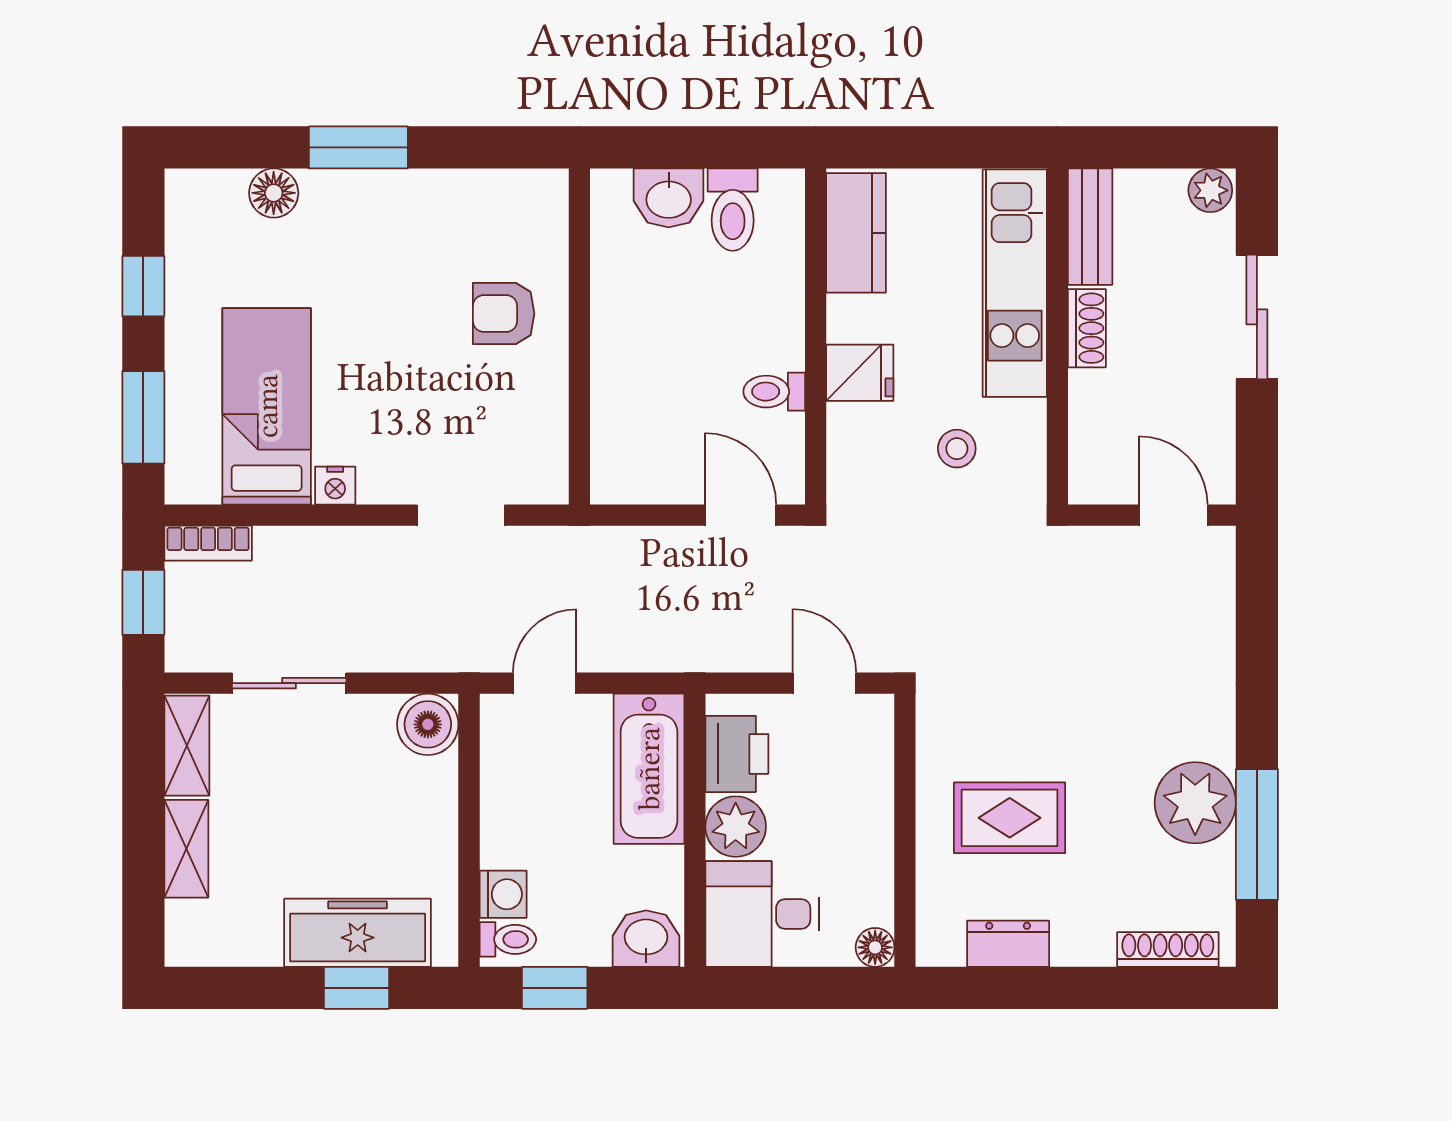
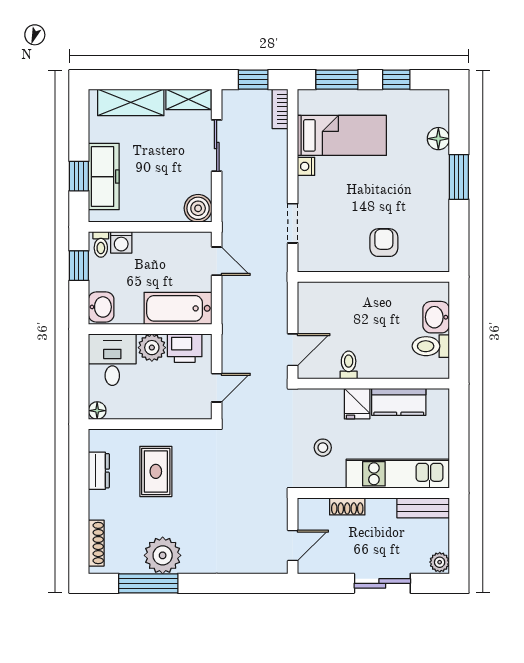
kitchen counter: (856, 233) -> (399, 402), moved
shoe rack: (1087, 328) -> (347, 506), moved
shelving: (186, 849) -> (131, 102), width x1.50, depth x1.33

